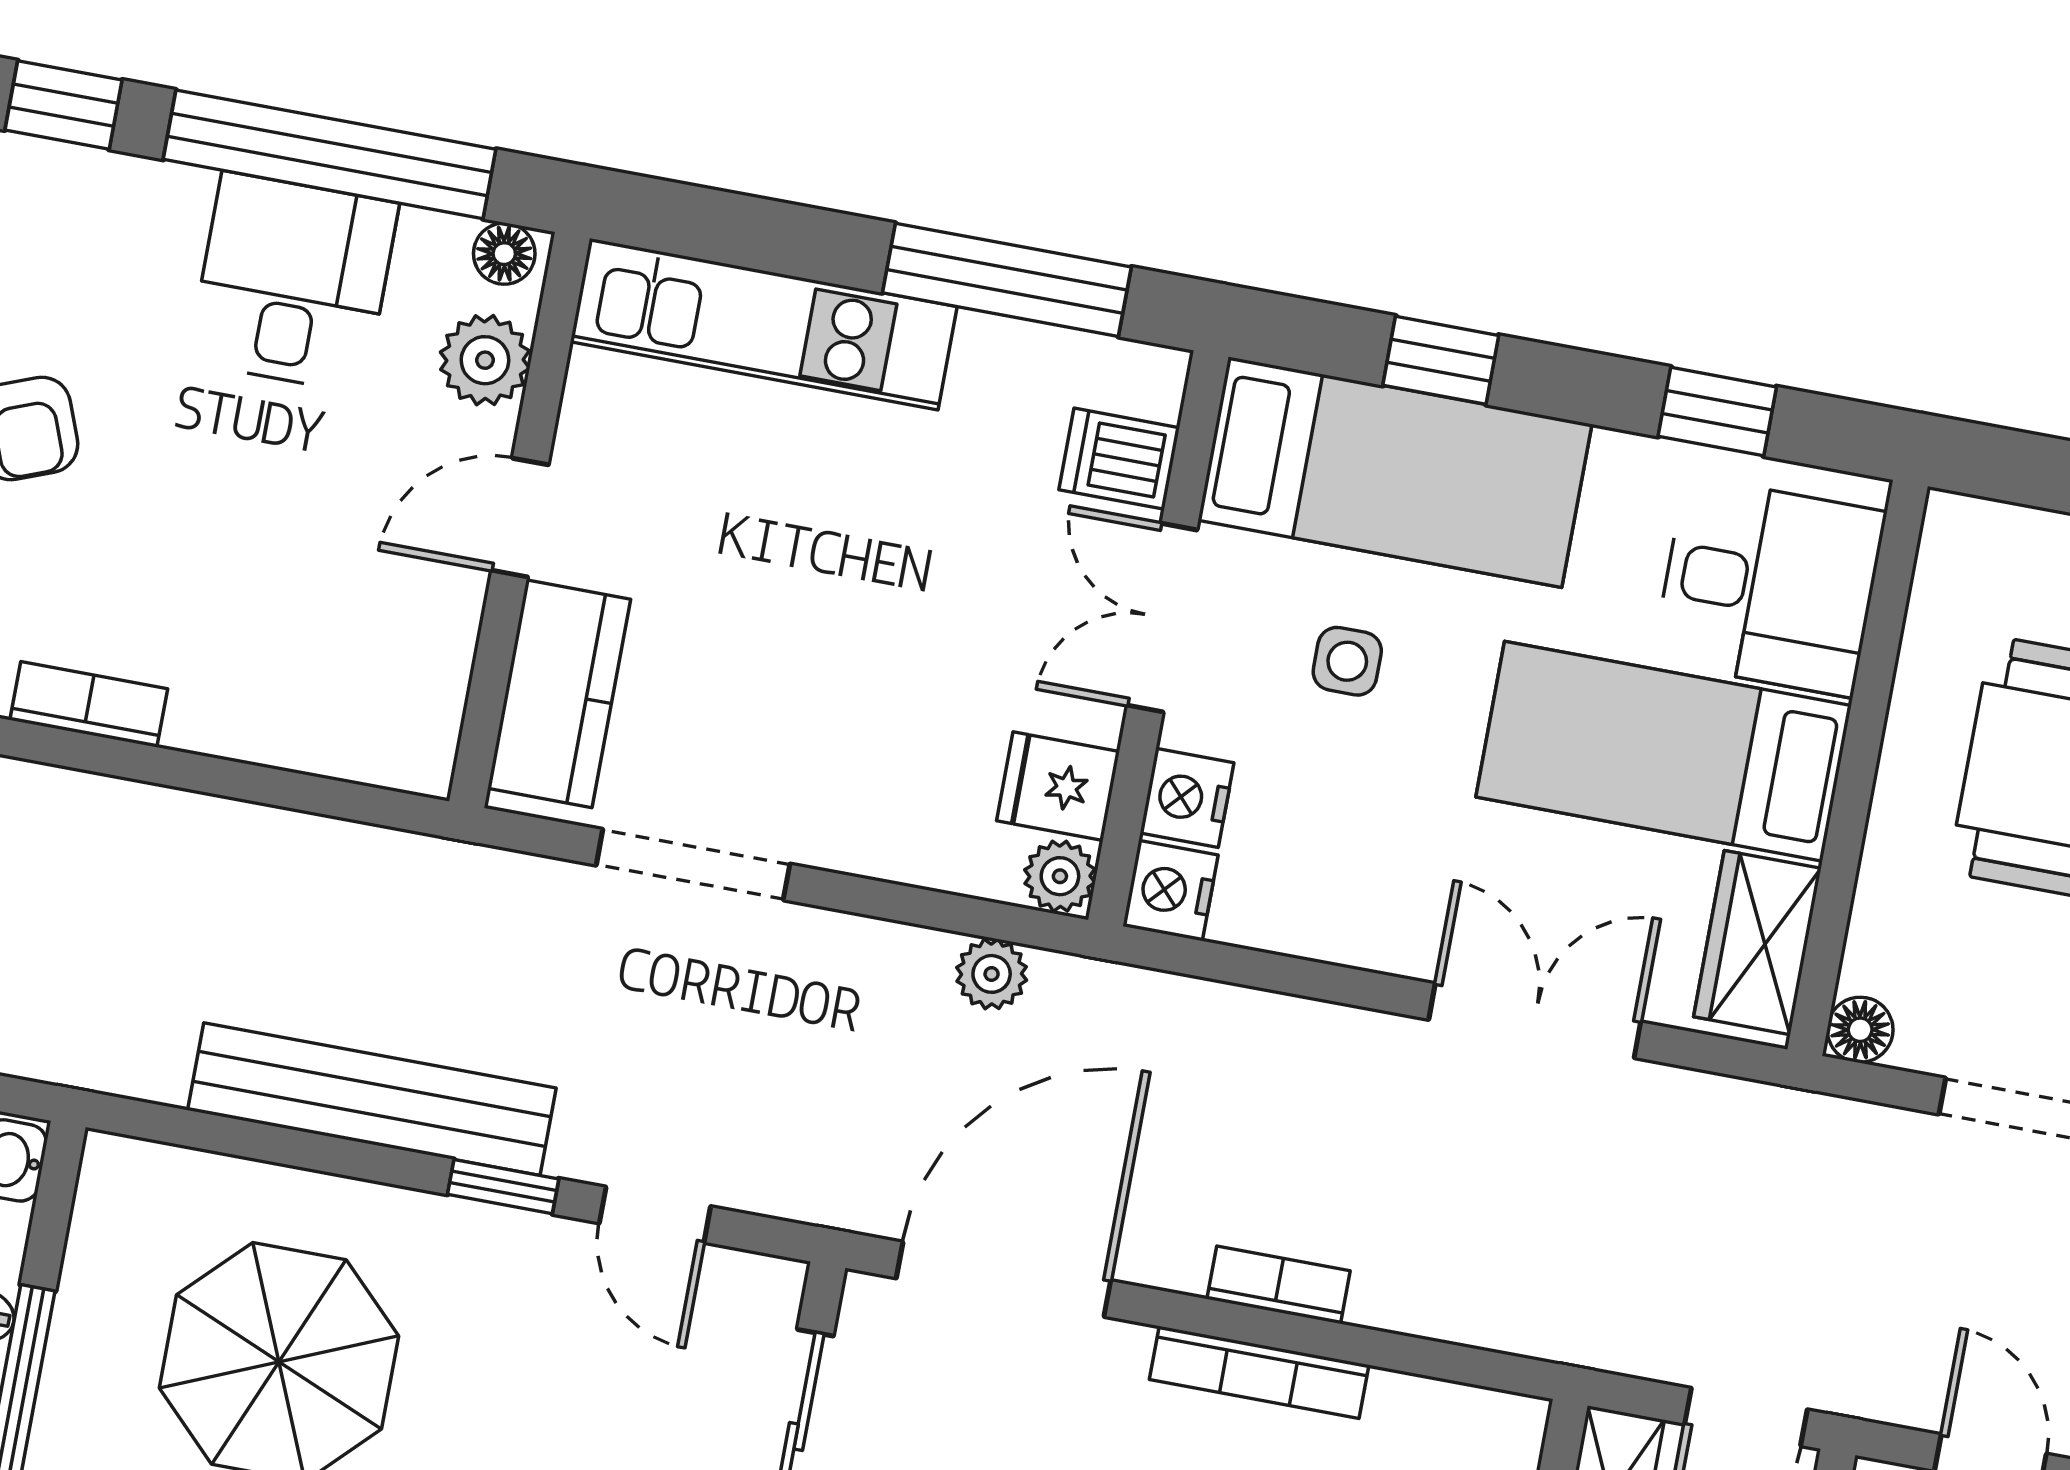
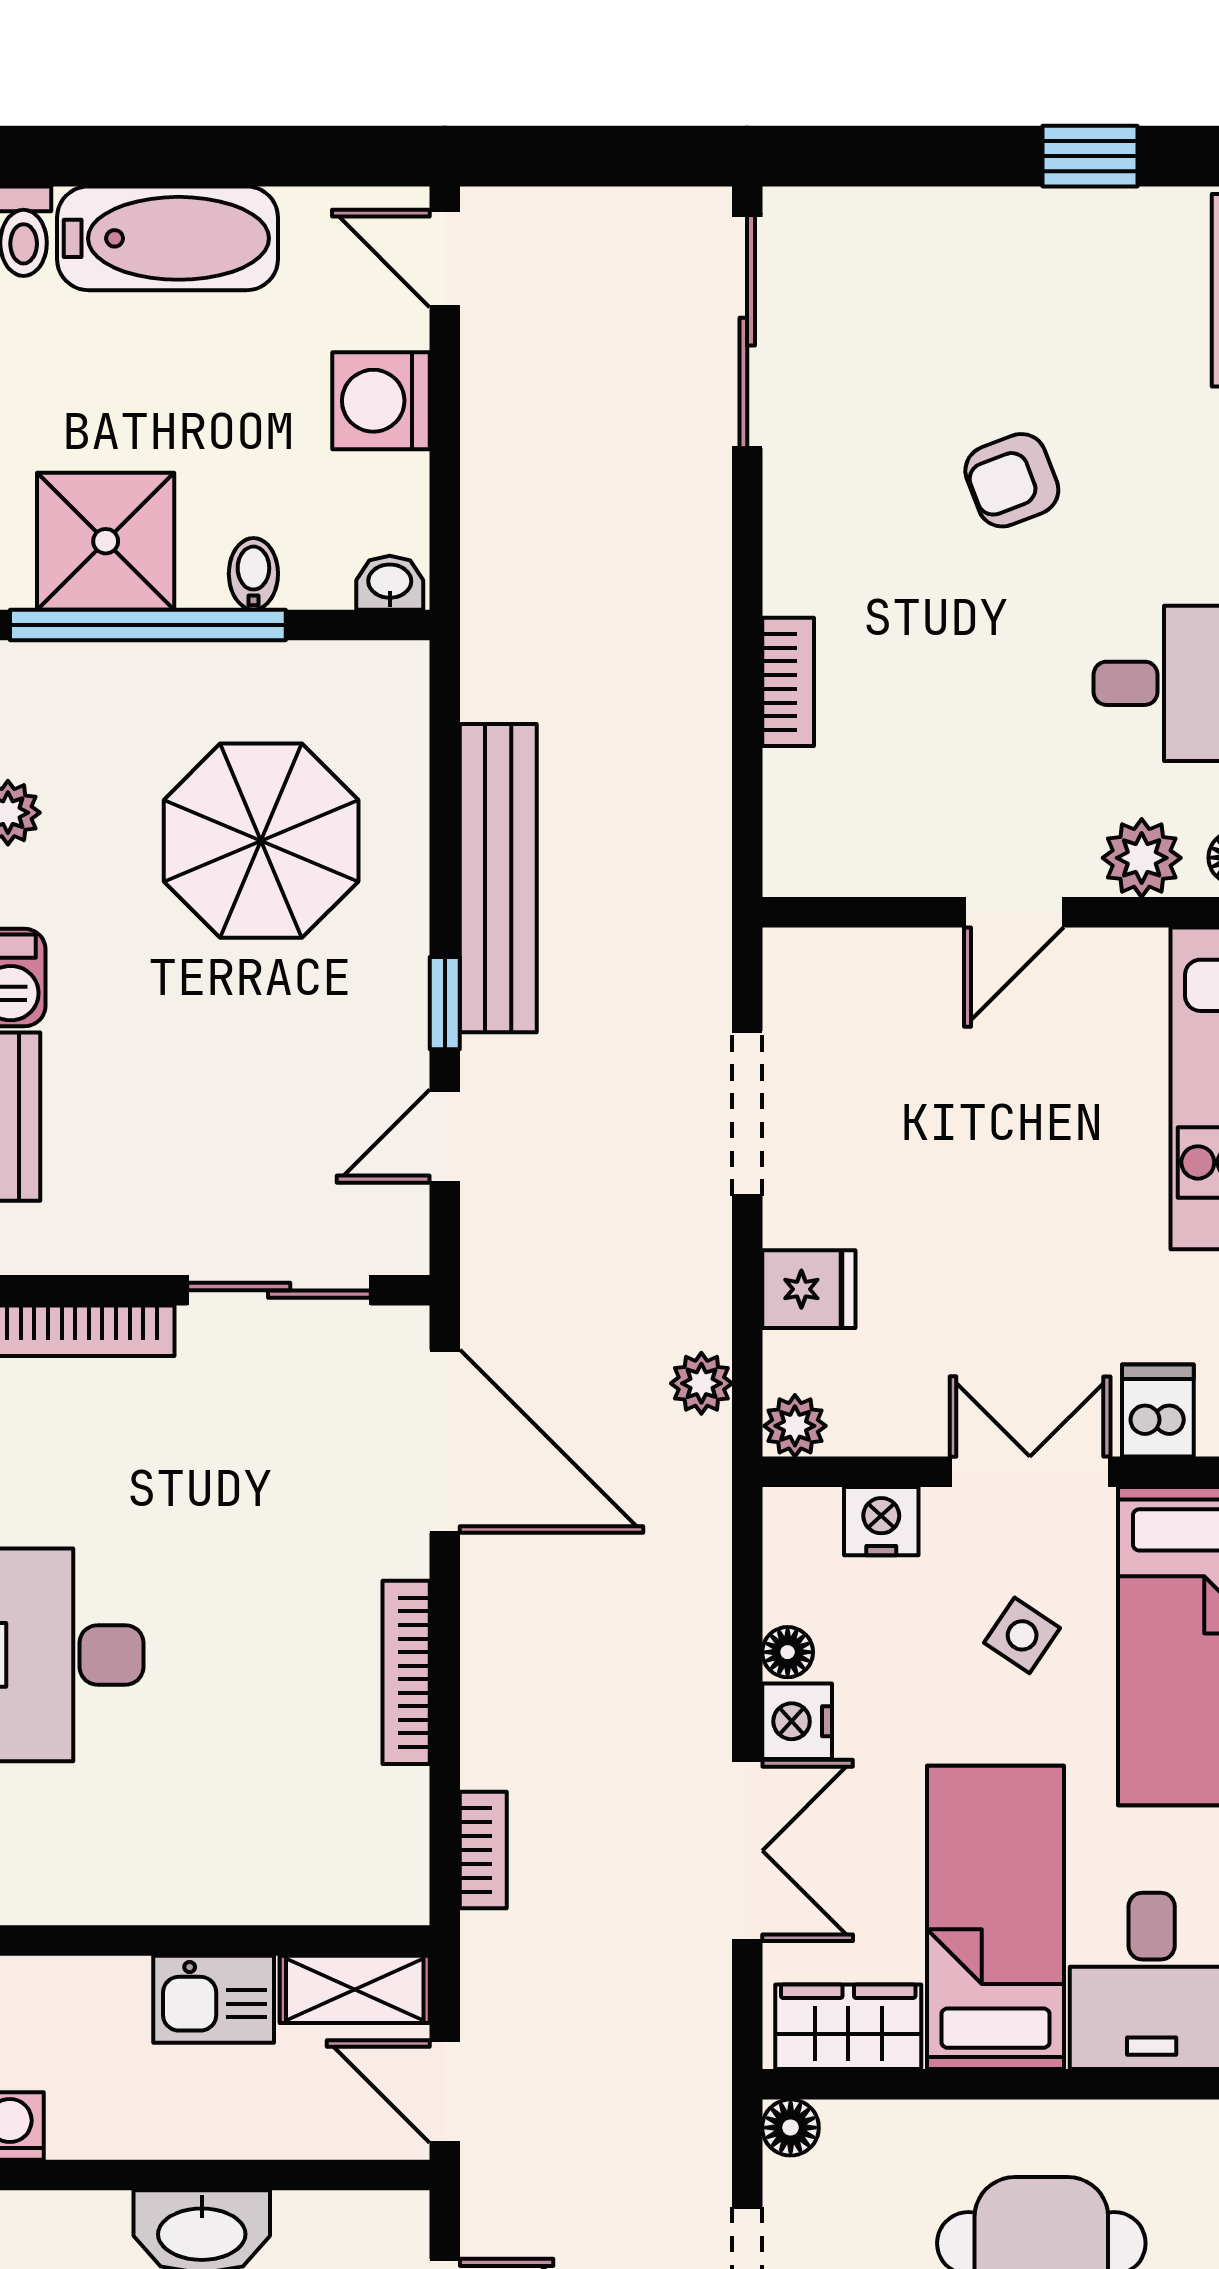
door: (520, 518) -> (1014, 912), swing flipped
side table: (1347, 661) -> (1022, 1635), turned 34
kitchen counter: (559, 694) -> (871, 973), removed
bookcase: (89, 704) -> (788, 682), moved
fridge: (1058, 786) -> (809, 1289), moved, turned 90
nightstand: (1170, 891) -> (797, 1721), moved, turned -90
floor lamp: (1317, 933) -> (788, 1652), added
bookcase: (1279, 1285) -> (483, 1850), moved

